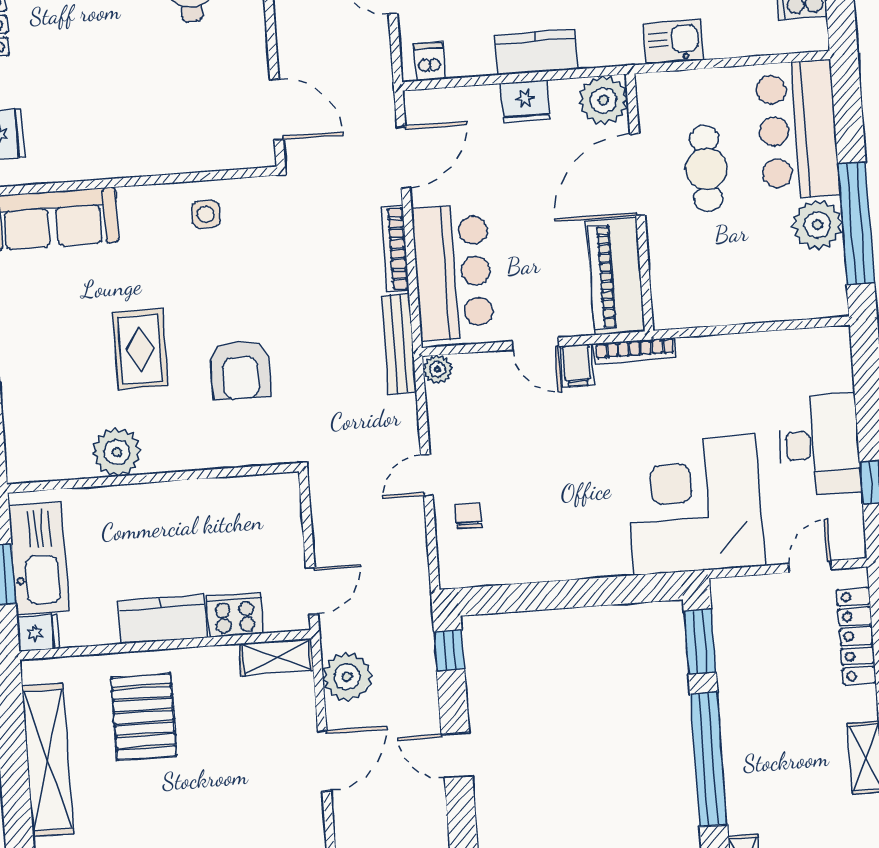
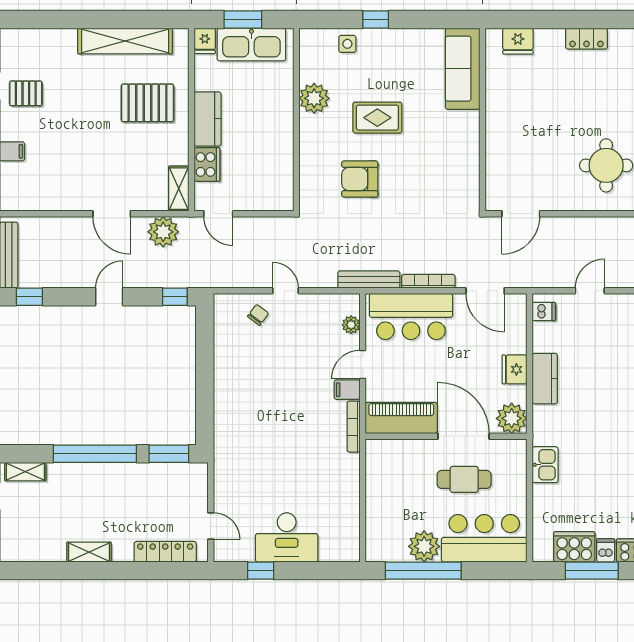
side table: (206, 214) -> (347, 44), moved
plant: (438, 369) -> (351, 325), moved
corner desk: (695, 505) -> (255, 457), removed
chair: (468, 516) -> (258, 315), turned -53

